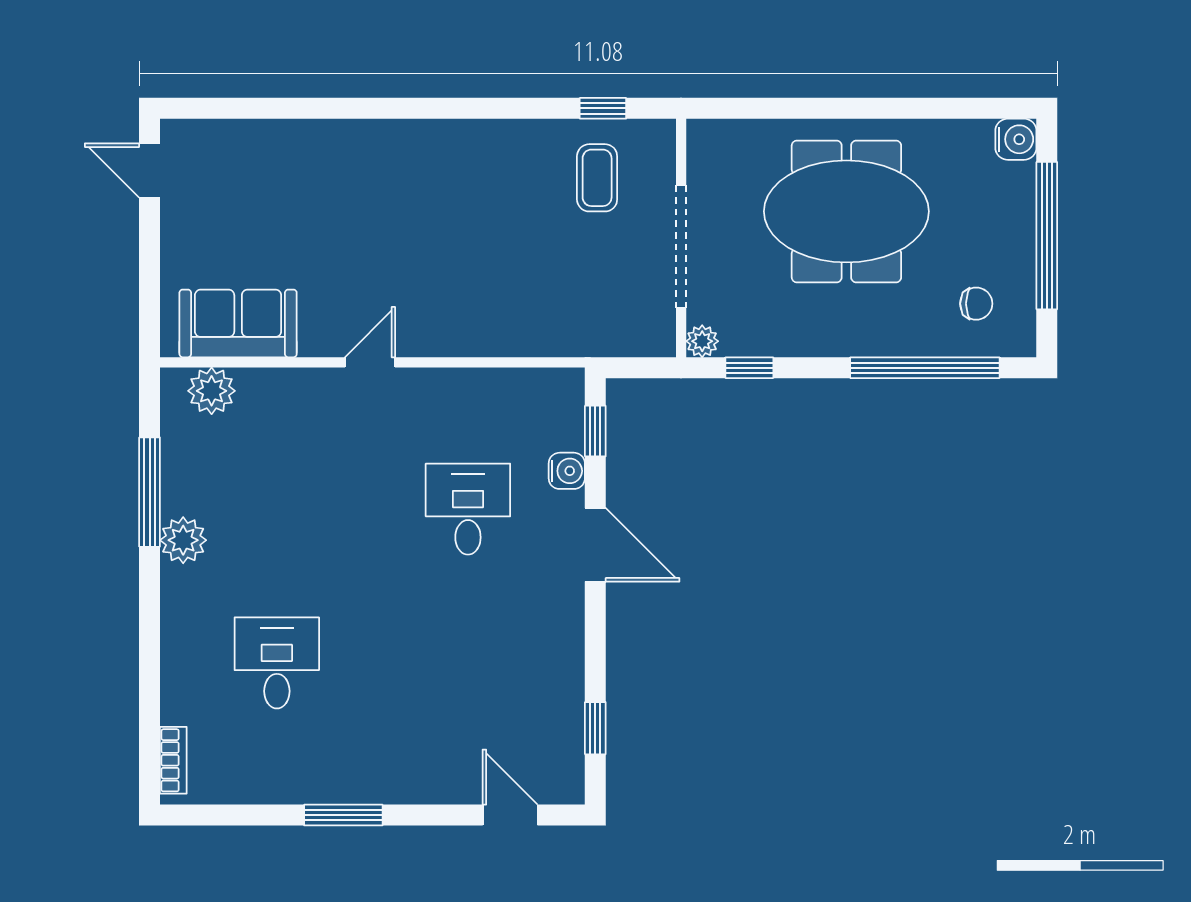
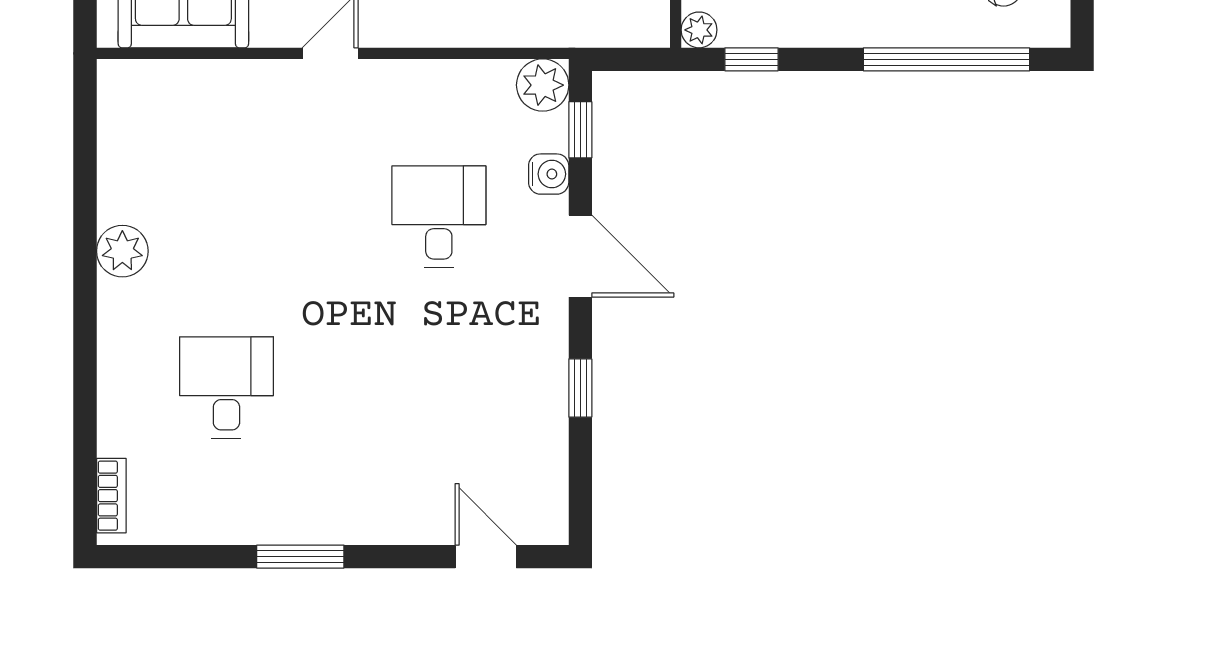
plant: (212, 391) -> (543, 85), moved
window: (150, 492) -> (85, 198), removed
window: (595, 728) -> (580, 388), moved

